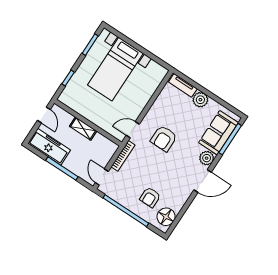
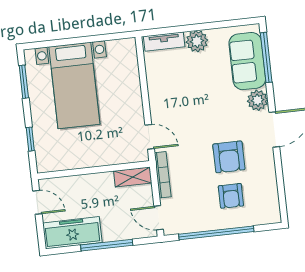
shelving: (83, 129) -> (133, 177), moved
door: (133, 130) -> (150, 137), swing flipped
armchair: (164, 138) -> (229, 157), moved
floor lamp: (166, 217) -> (267, 203), removed

